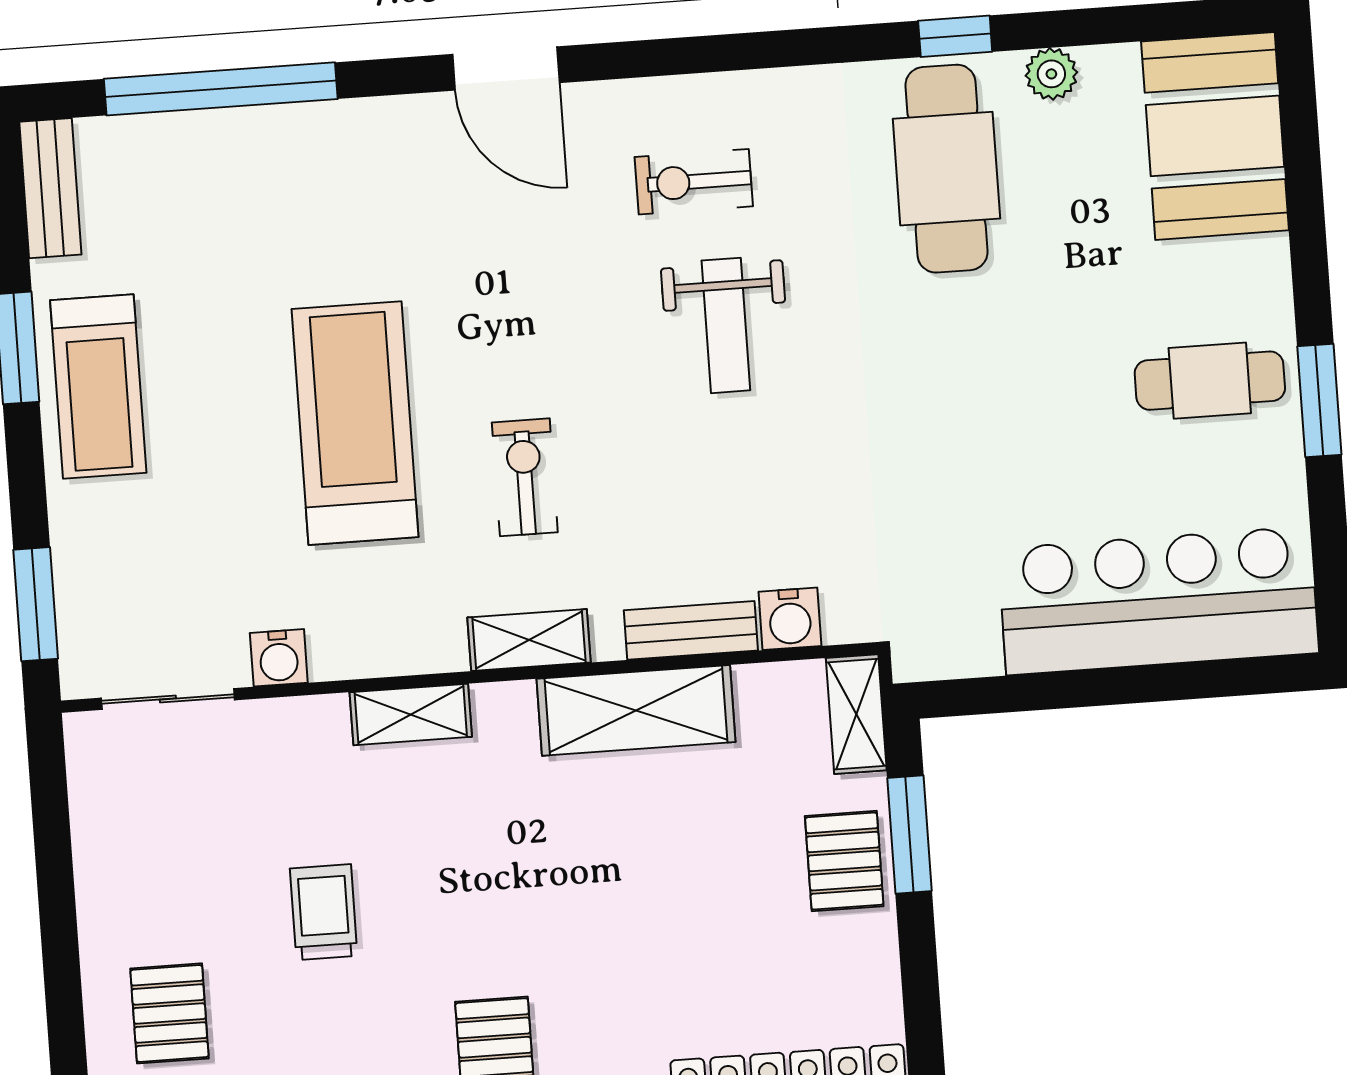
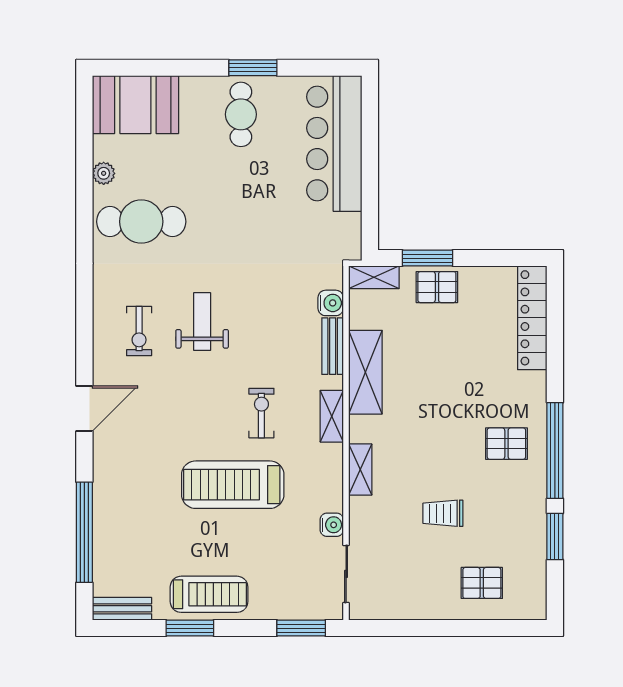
window: (955, 36) -> (84, 214), removed
weight bench: (726, 325) -> (202, 322), turned -90
exercise bike: (525, 477) -> (261, 413), turned 90

